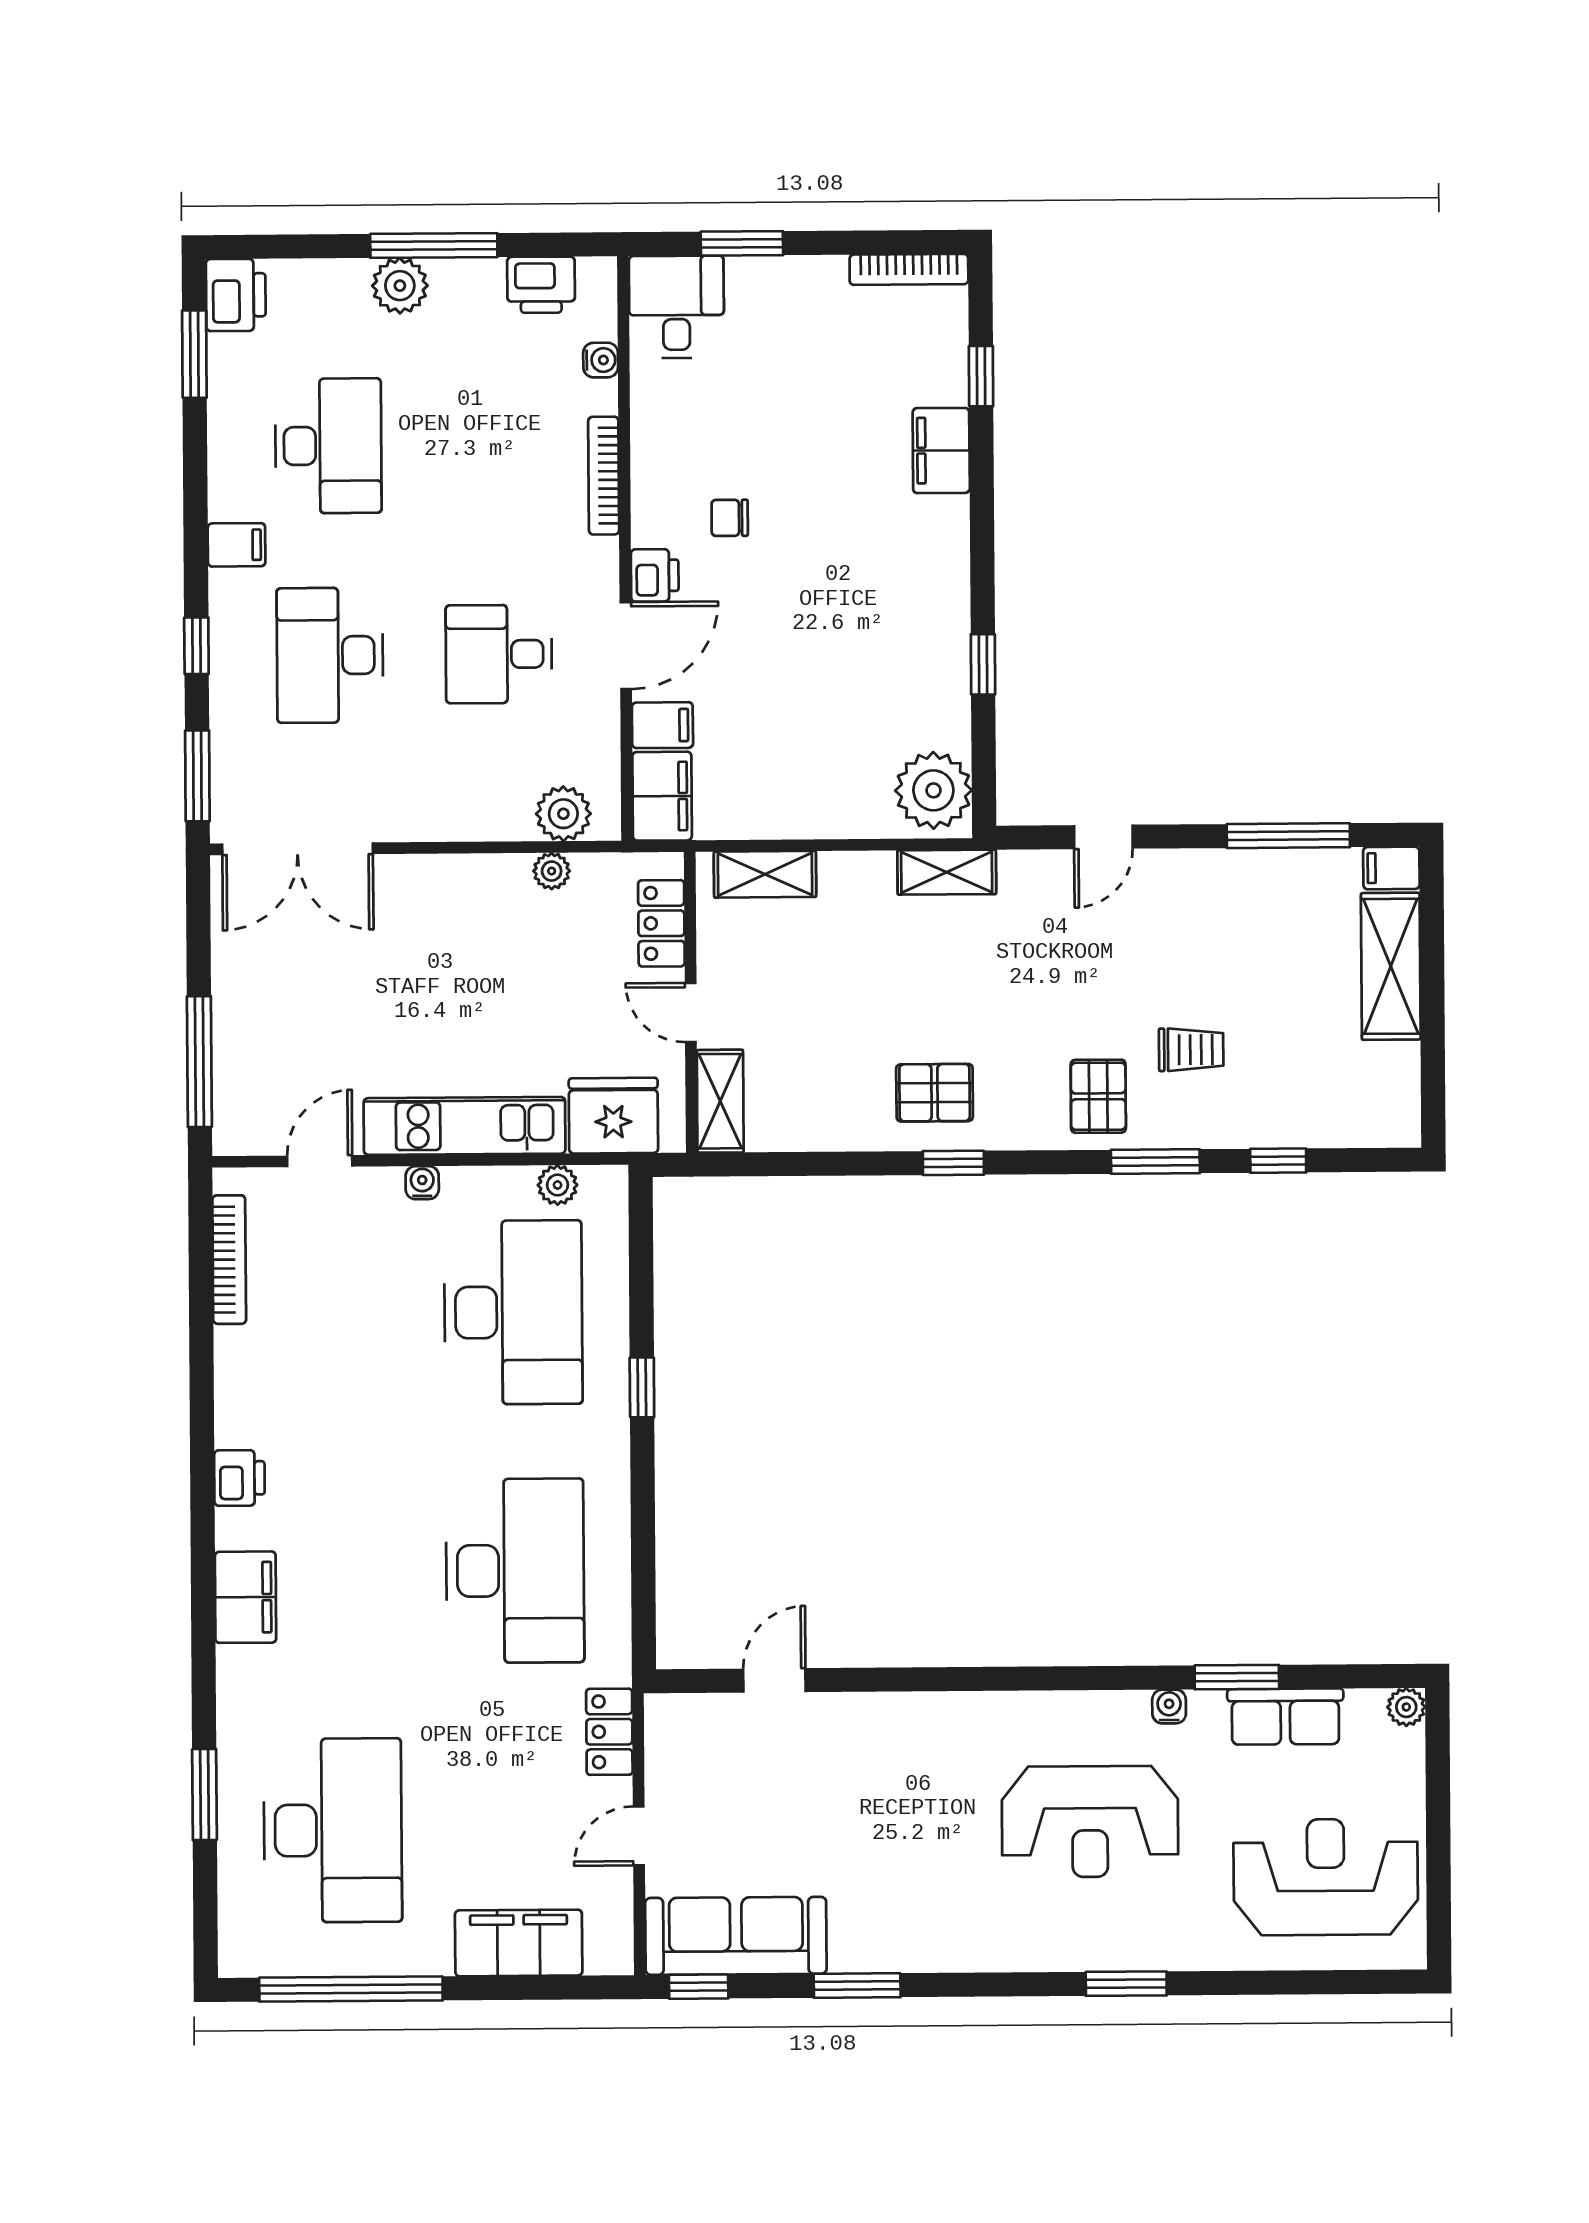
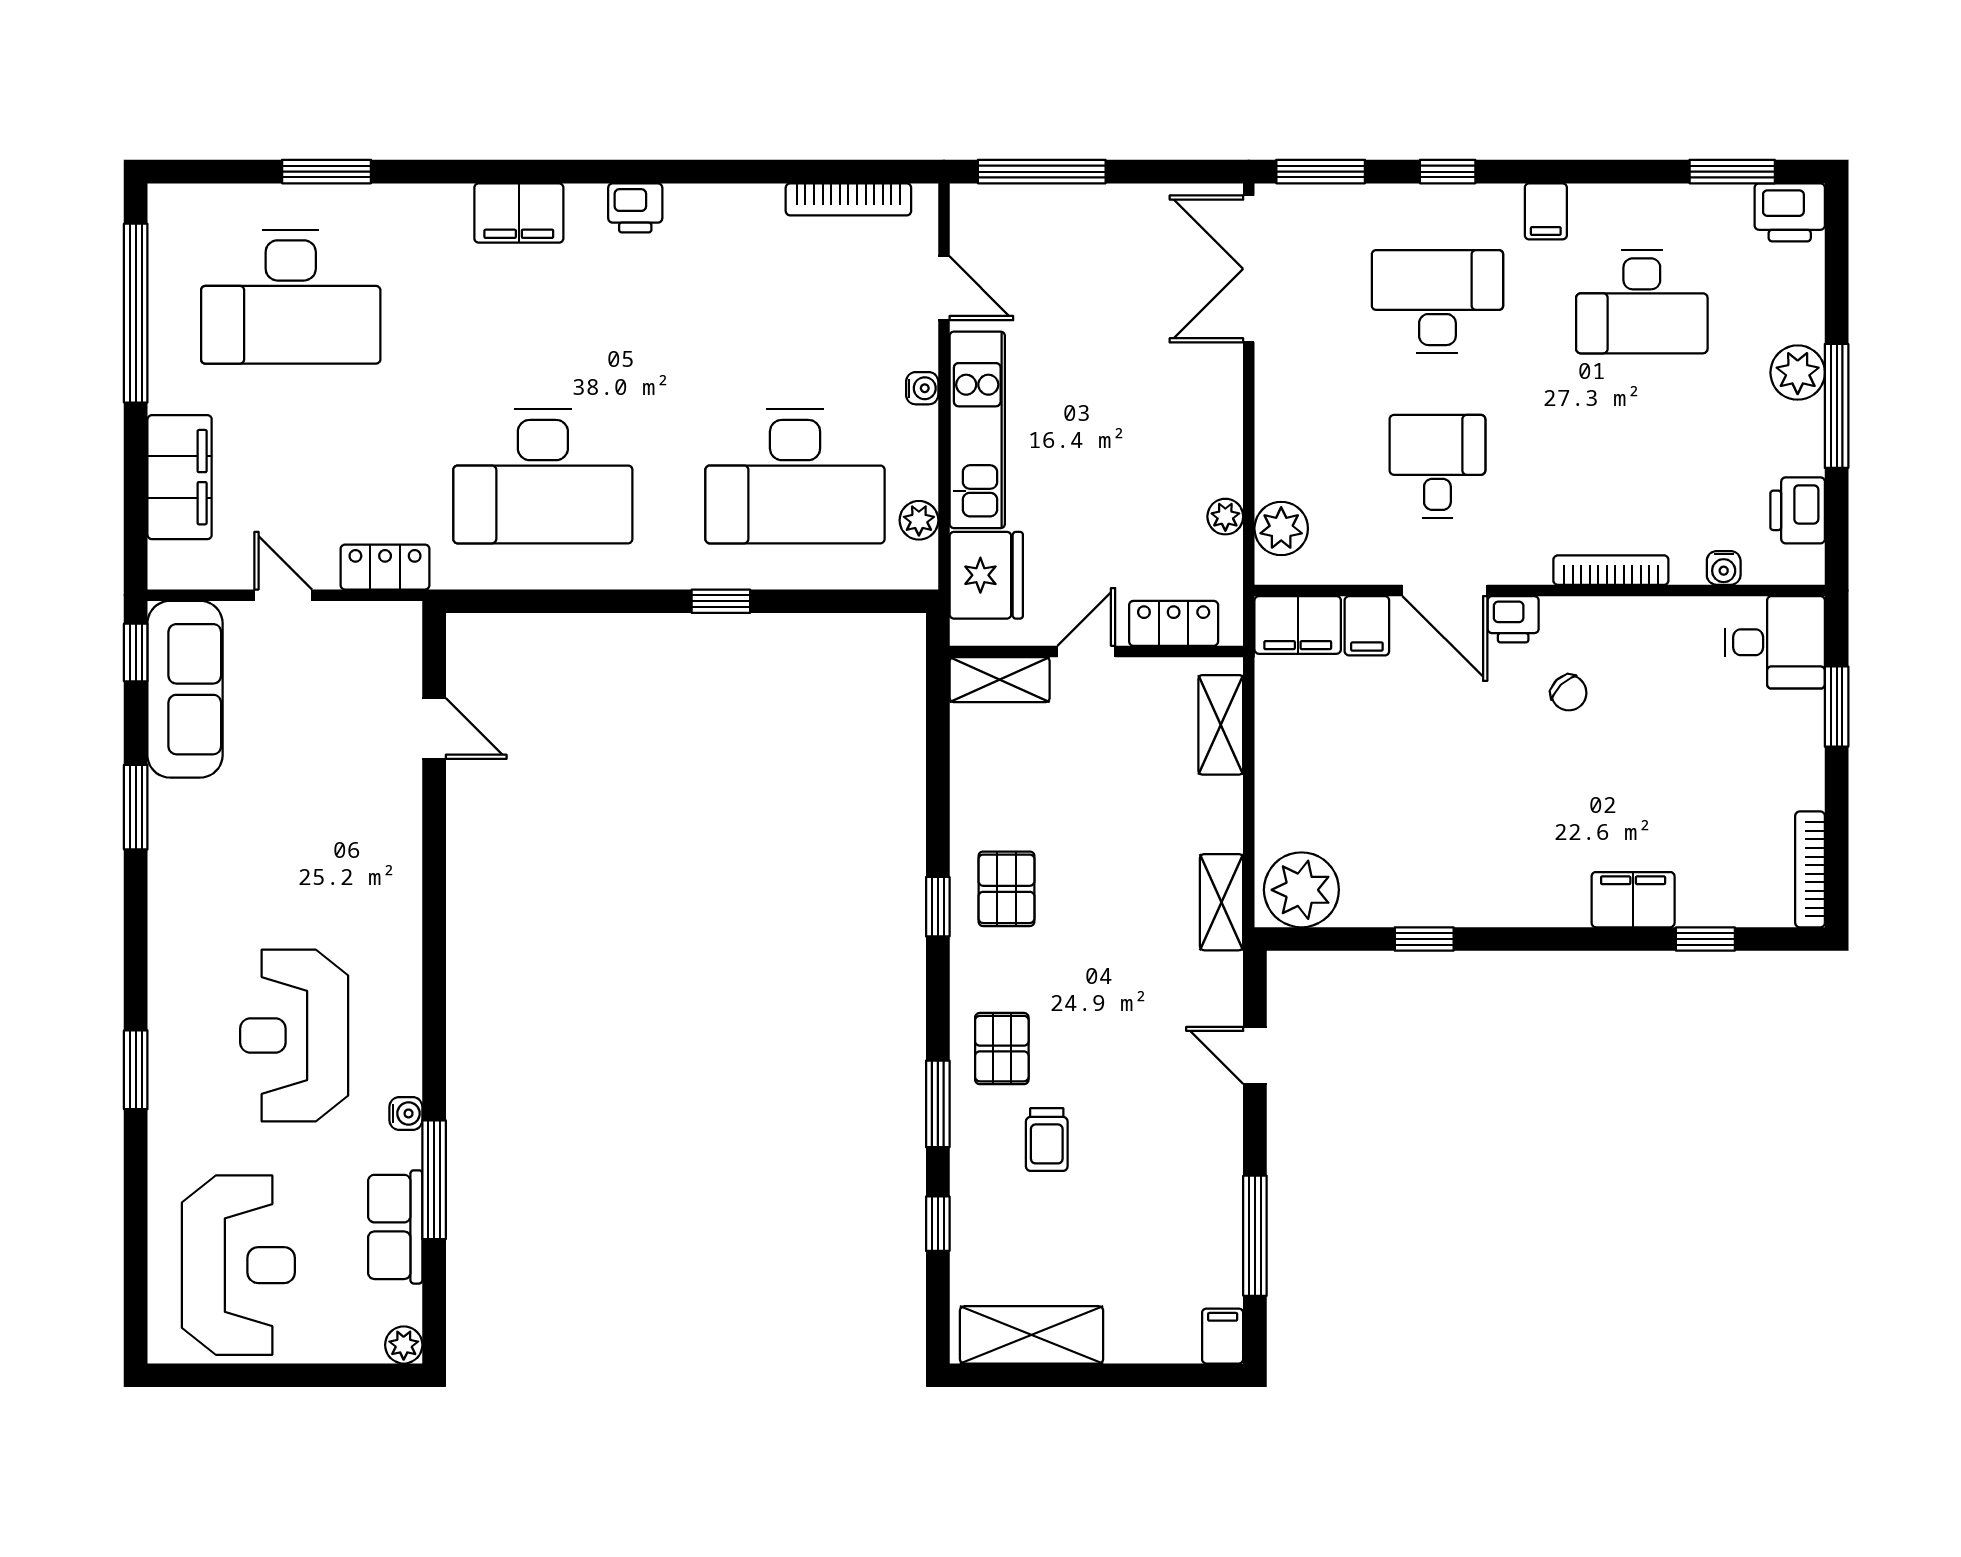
chair: (730, 518) -> (1569, 693), turned 136
shelving: (1391, 966) -> (1032, 1335), moved
pallet: (1098, 1096) -> (1002, 1049), turned 90
window: (1237, 1677) -> (434, 1180), width x1.44

